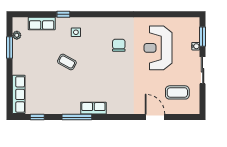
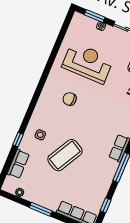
window: (10, 47) -> (41, 209), moved
reception desk: (158, 48) -> (88, 63), turned 180
coffee table: (67, 62) -> (65, 155), width x1.86, depth x1.72

